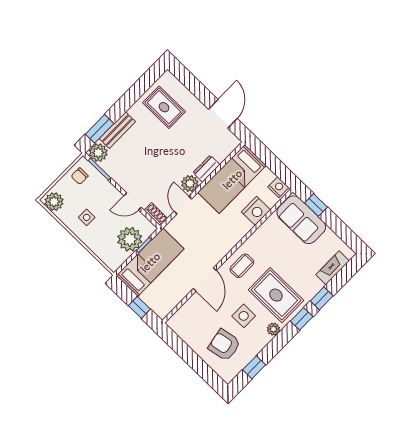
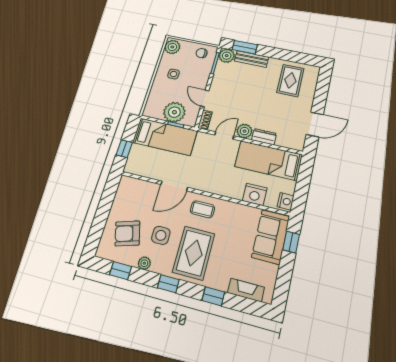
window: (302, 319) -> (168, 284), moved
plant: (273, 329) -> (144, 263), moved
armchair: (224, 345) -> (127, 233), turned -96

